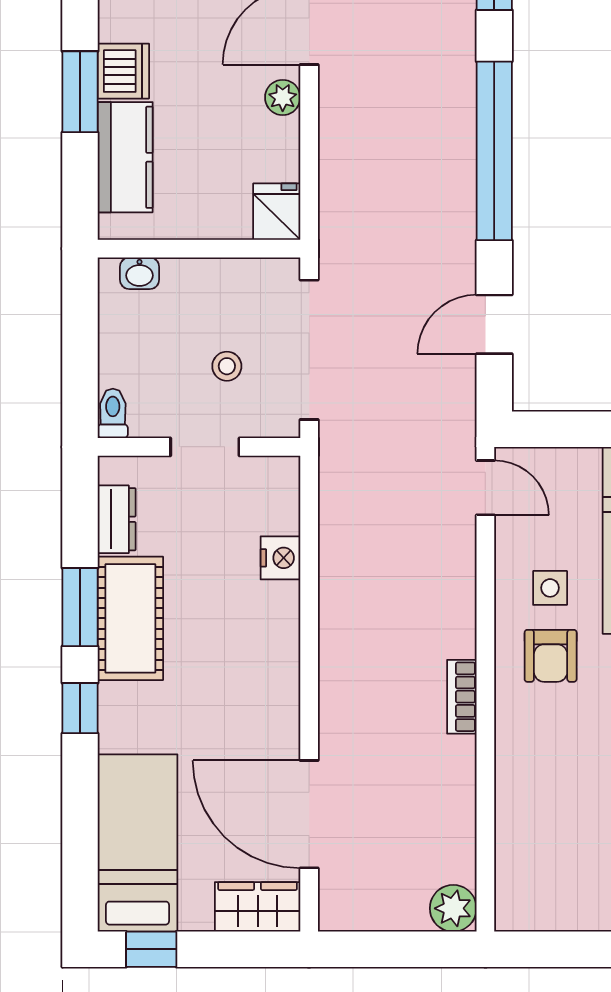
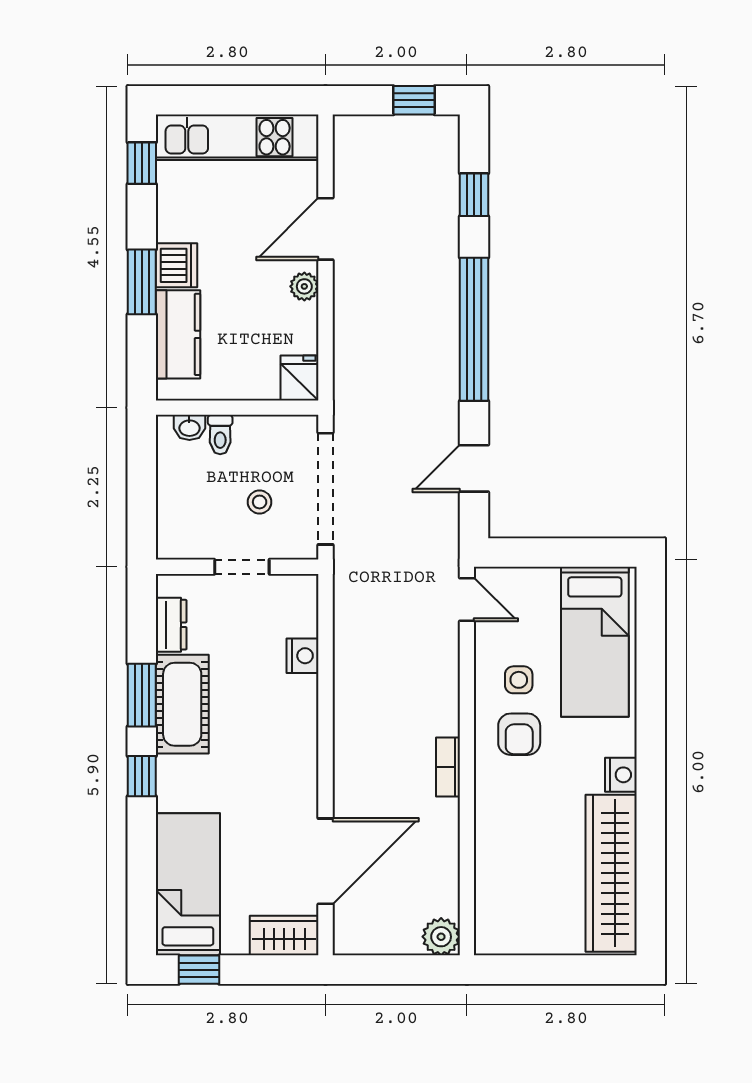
toilet: (113, 413) -> (220, 435), moved, turned 180
door: (309, 814) -> (326, 861), swing flipped

